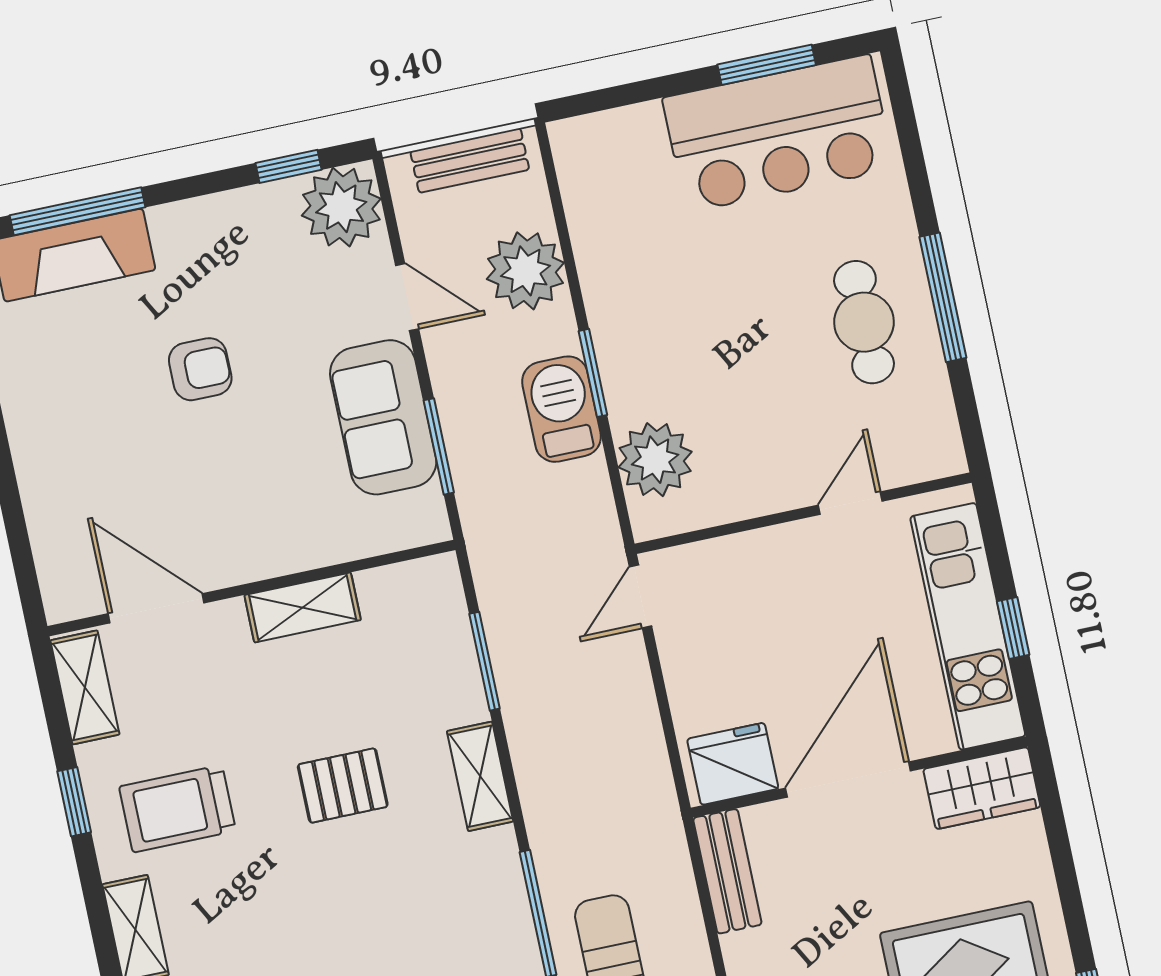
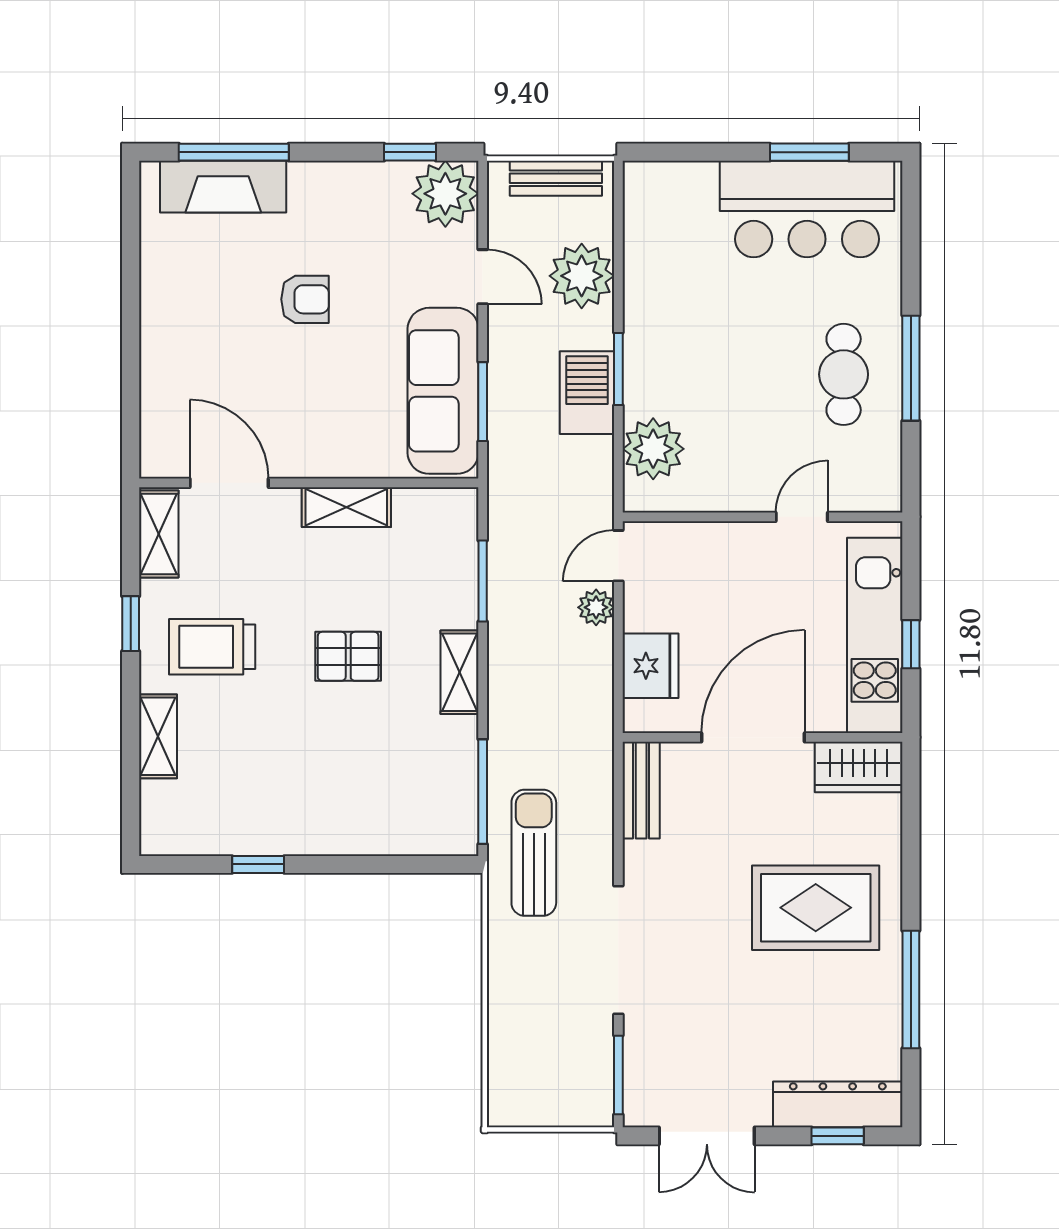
sofa: (383, 417) -> (443, 391), width x1.36
plant: (627, 664) -> (596, 607), added
fridge: (733, 764) -> (650, 666), moved, turned 90

